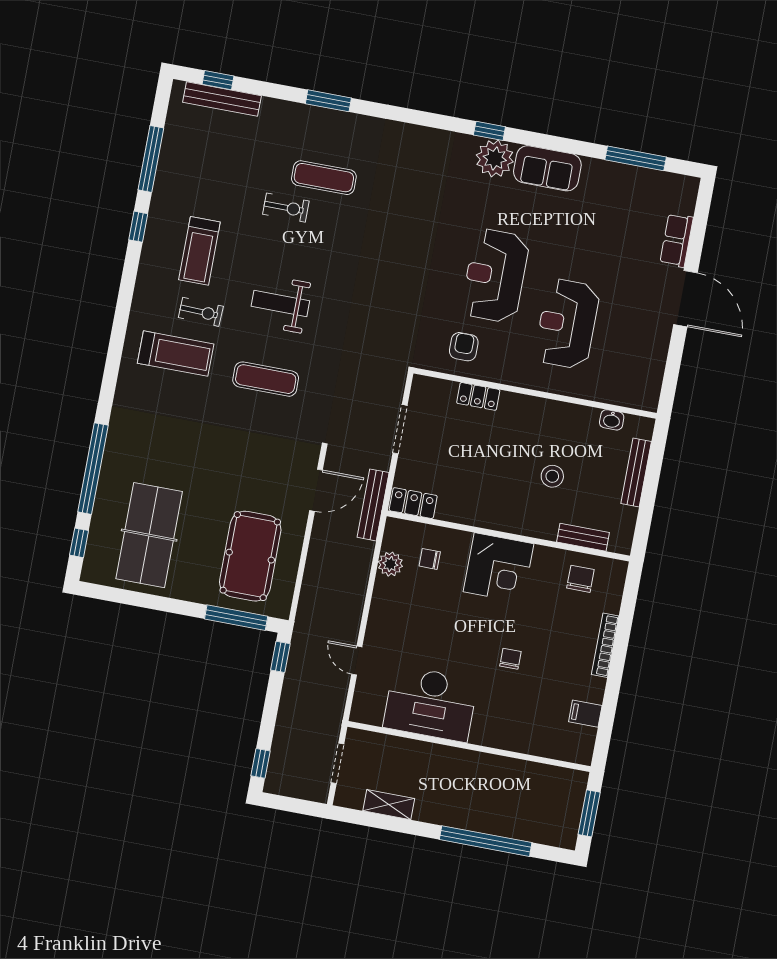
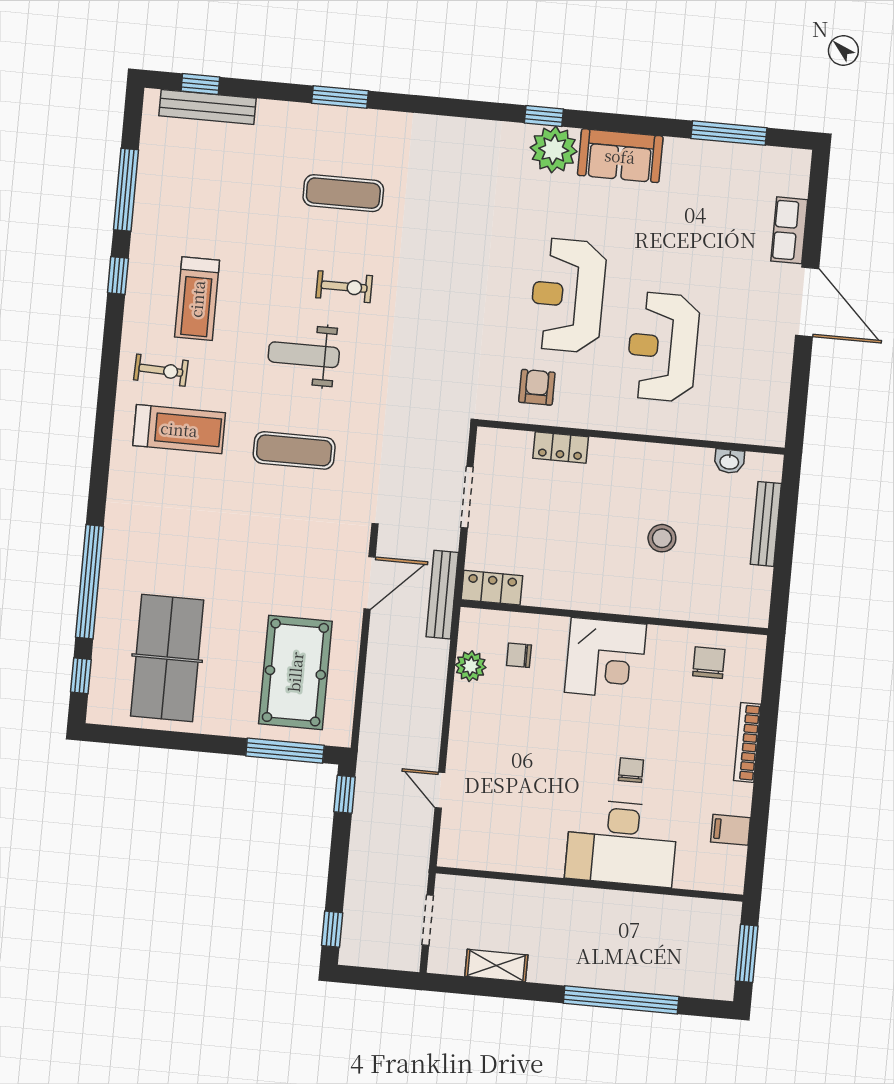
exercise bike: (286, 208) -> (344, 287), moved
exercise bike: (201, 312) -> (161, 370), moved
bench: (583, 537) -> (707, 611), removed
desk: (430, 704) -> (622, 843), moved

